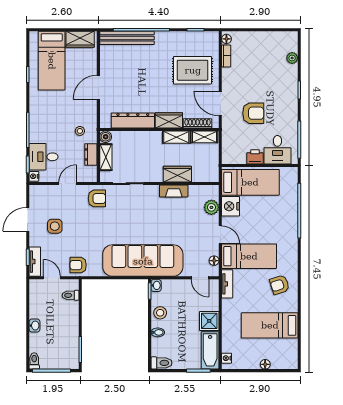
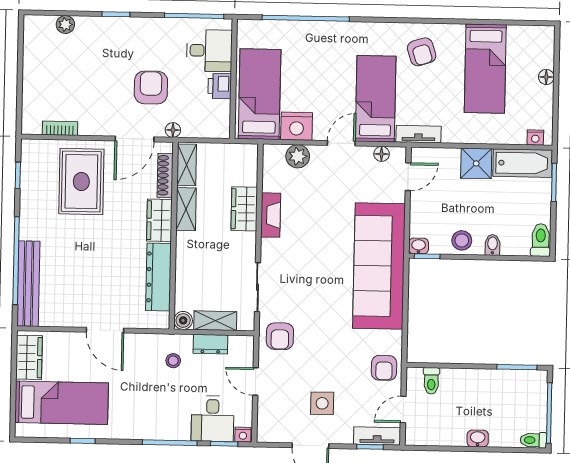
floor lamp: (226, 39) -> (173, 130), moved
armchair: (97, 198) -> (280, 336), turned 180

